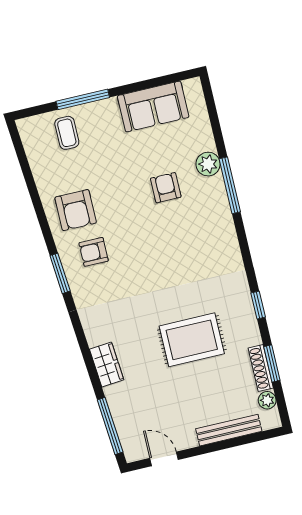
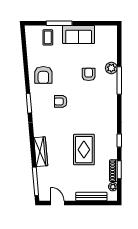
sofa: (153, 107) -> (79, 35), moved
armchair: (94, 252) -> (61, 101), moved
rug: (192, 340) -> (84, 150), turned 90
wardrobe: (107, 364) -> (41, 152), width x1.50

